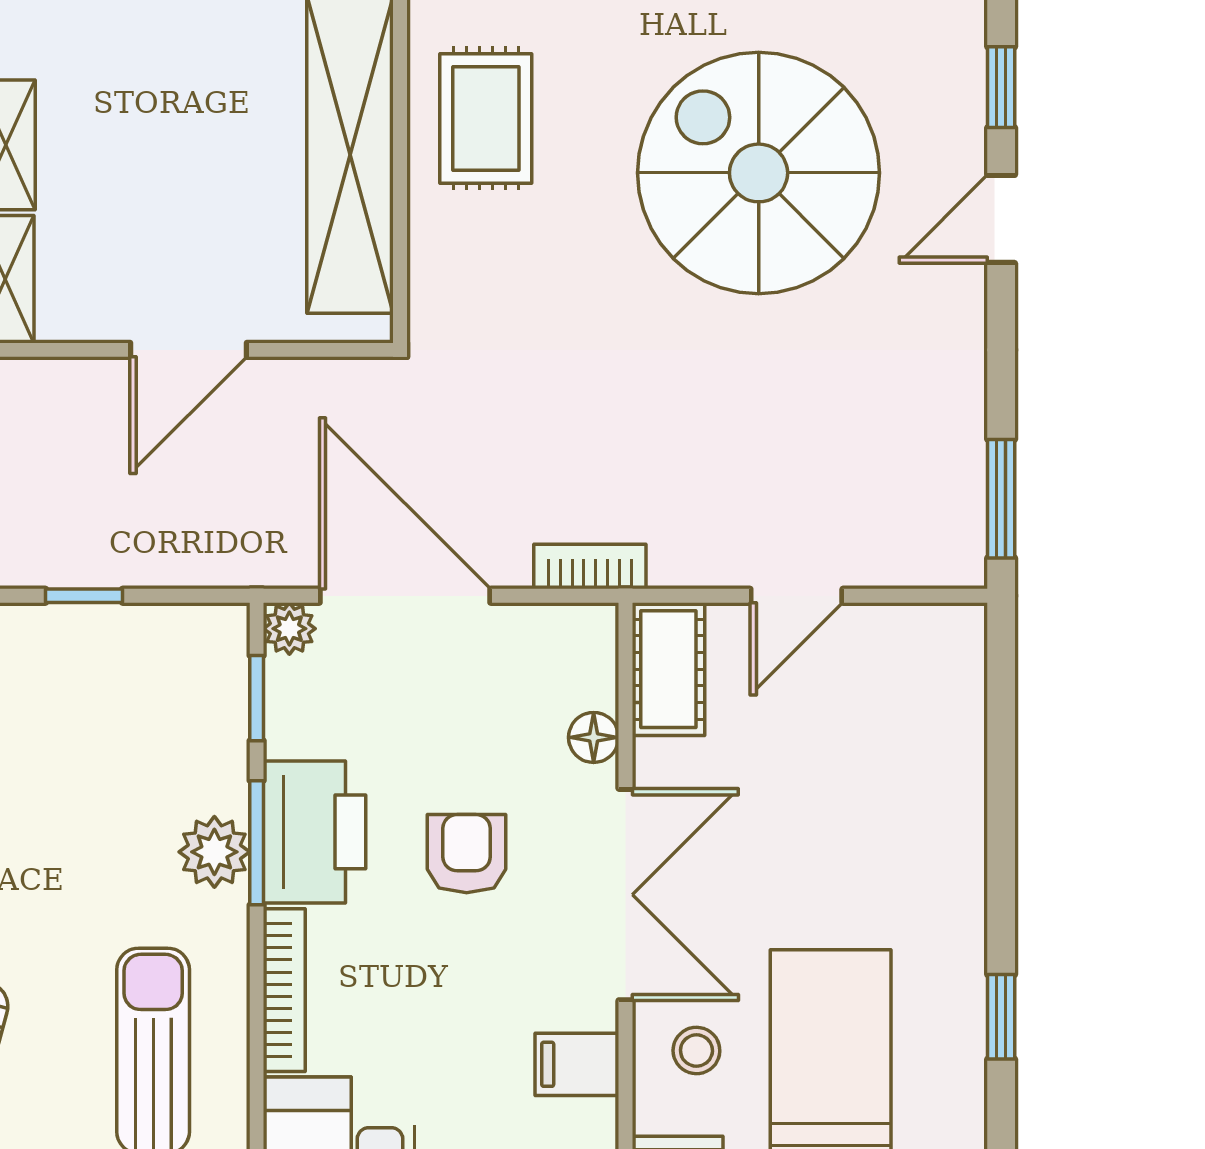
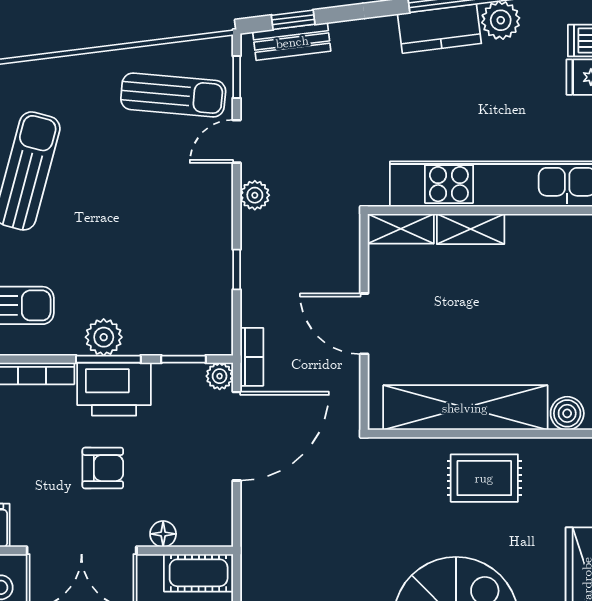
bookcase: (590, 567) -> (252, 357), moved

